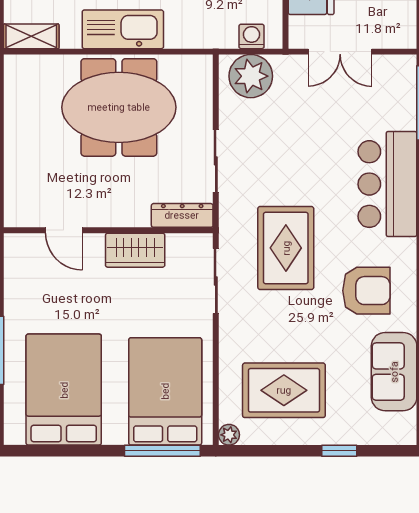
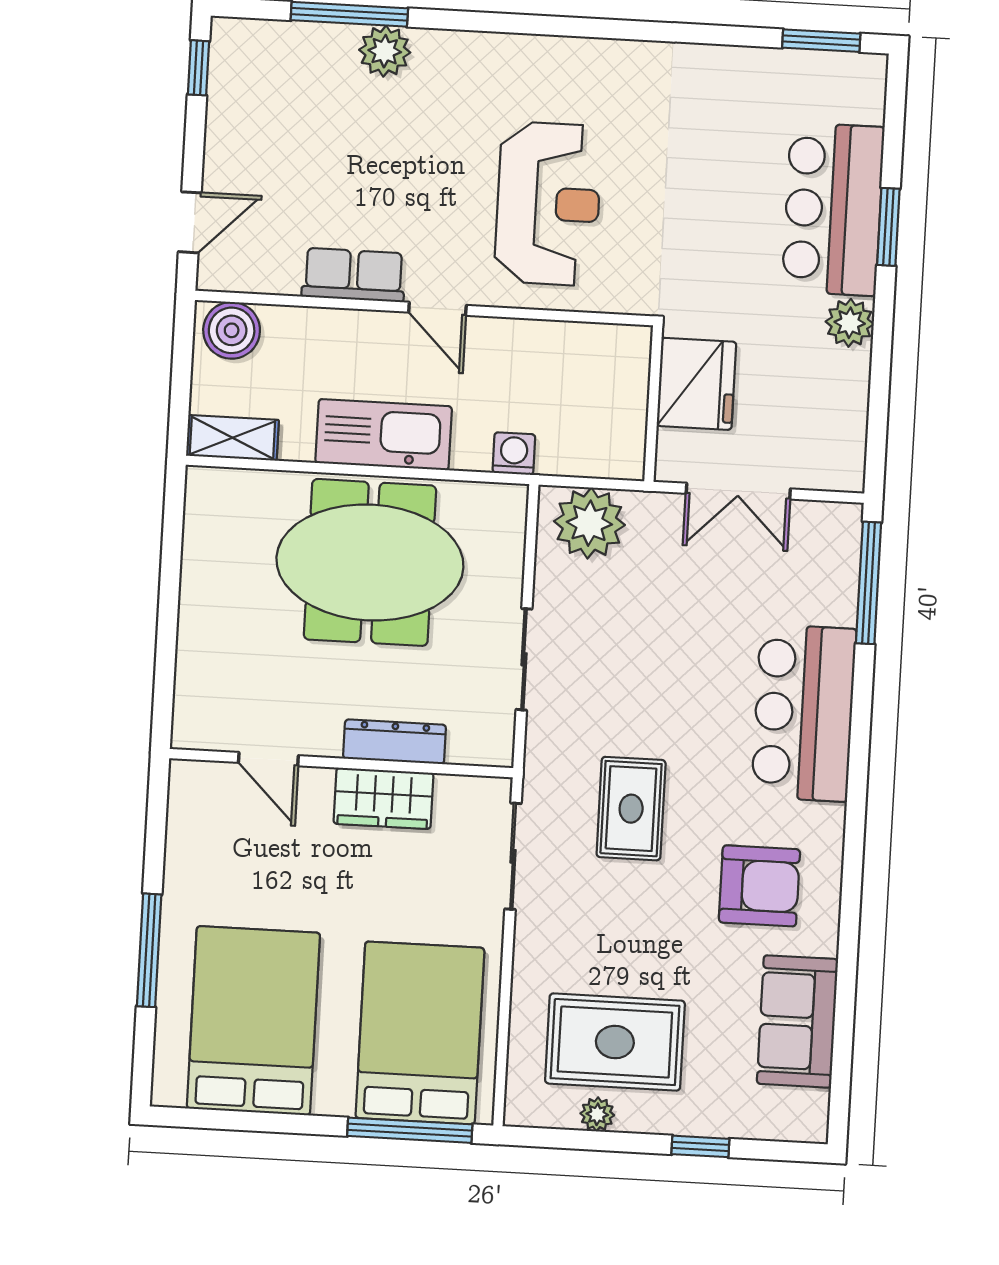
washing machine: (252, 36) -> (514, 454), moved
dresser: (182, 215) -> (395, 742), moved
rug: (286, 248) -> (631, 809), width x0.73, depth x0.70
plant: (229, 435) -> (597, 1114), moved

